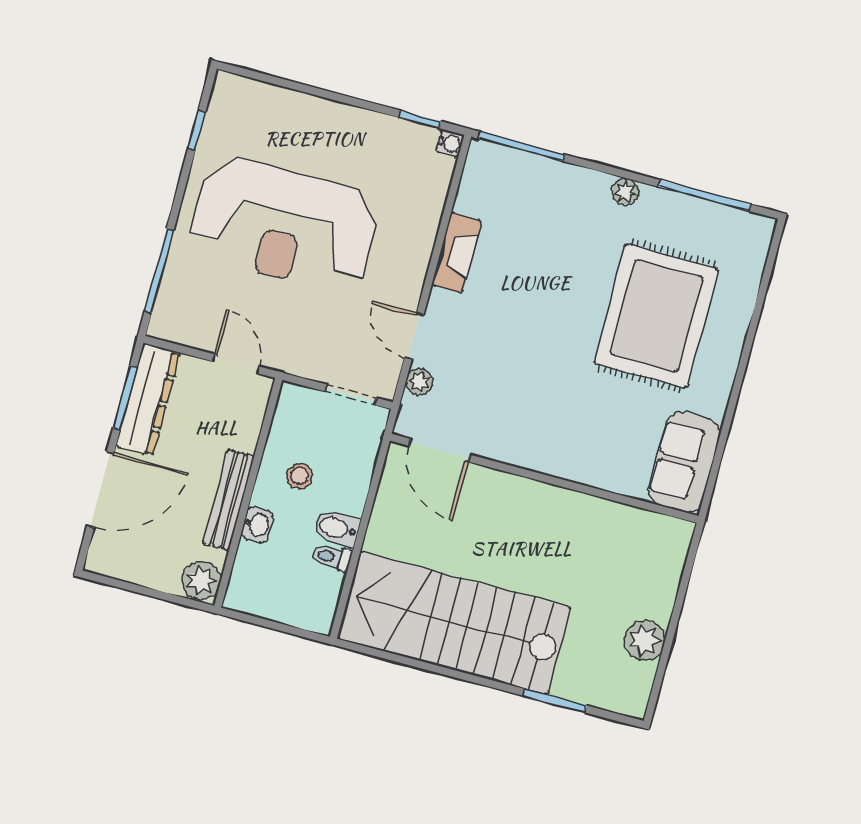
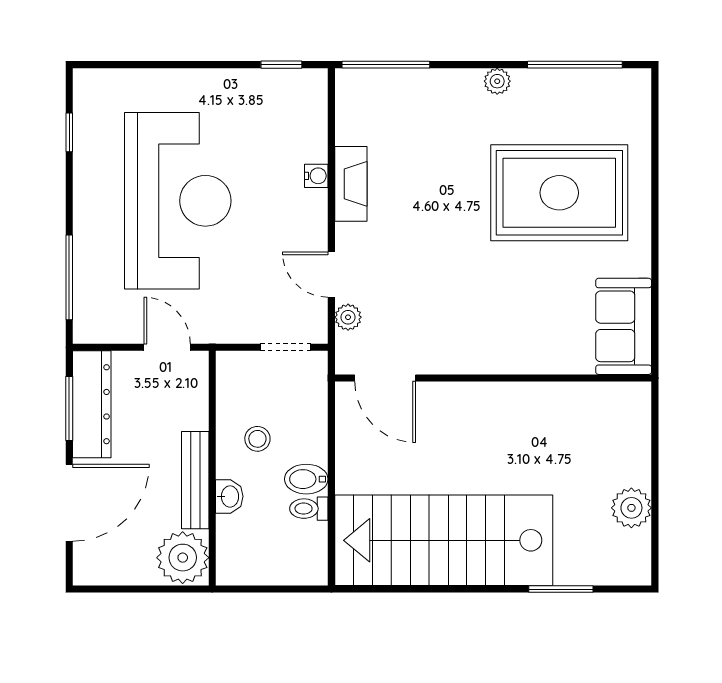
water cooler: (450, 143) -> (316, 176), moved
reception desk: (284, 225) -> (178, 201), turned -90
rug: (656, 316) -> (559, 193), turned 90
plant: (201, 580) -> (183, 558), width x1.36, depth x1.36

